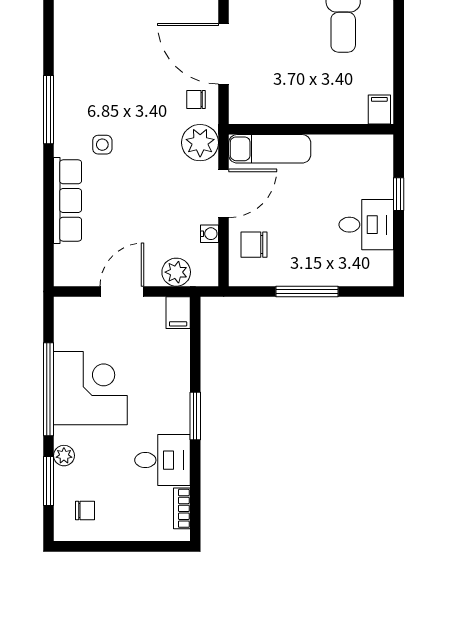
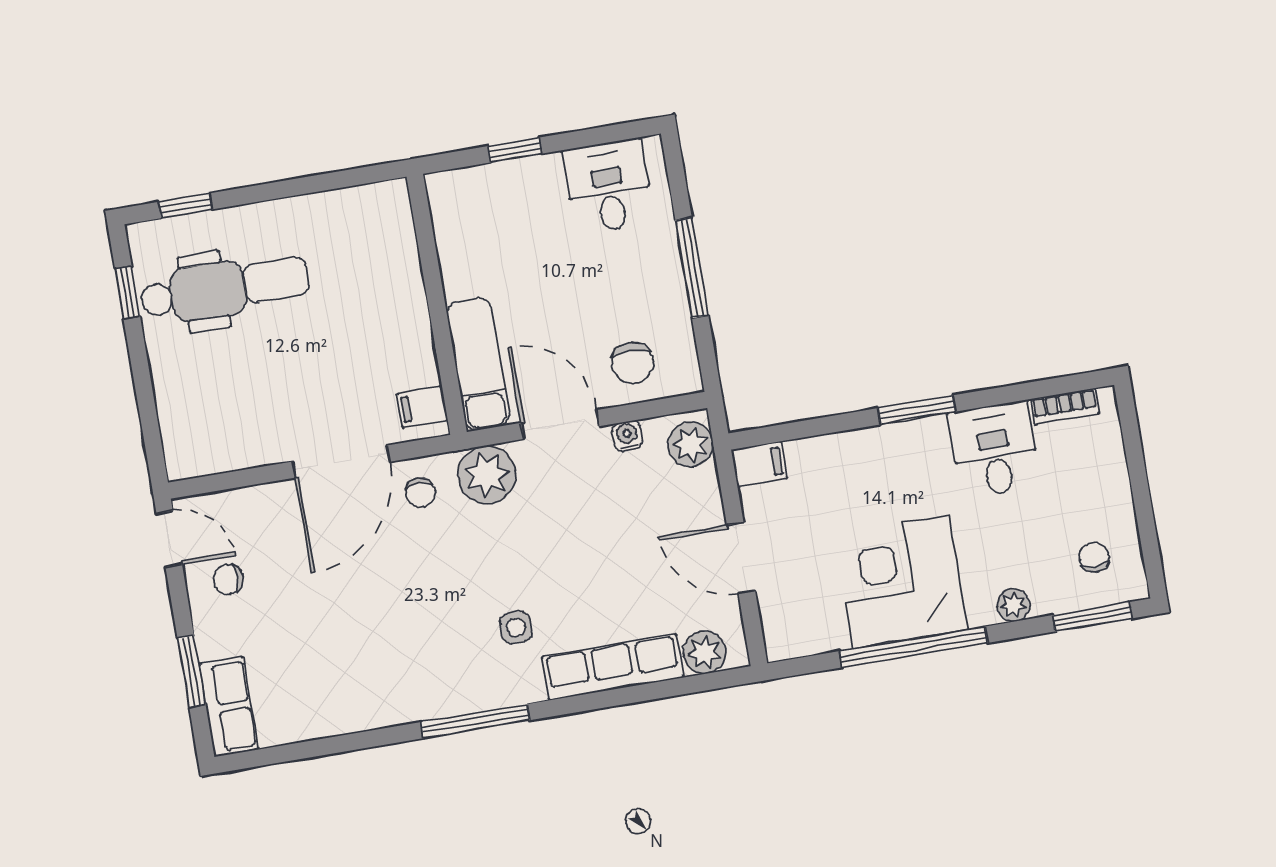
filing cabinet: (379, 110) -> (422, 407), moved
desk: (366, 225) -> (608, 186), moved
plant: (67, 259) -> (705, 652), added
plant: (176, 272) -> (691, 445), moved
window: (48, 481) -> (1092, 617), moved

